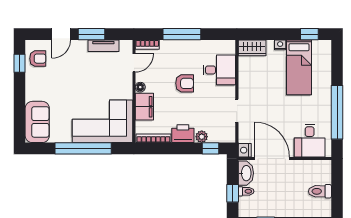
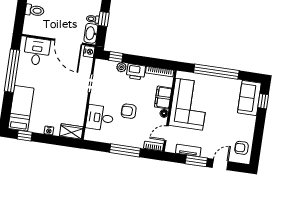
window: (20, 63) -> (263, 101), moved
bed: (299, 67) -> (21, 108), moved
corner sofa: (102, 121) -> (189, 104), moved, turned -90

